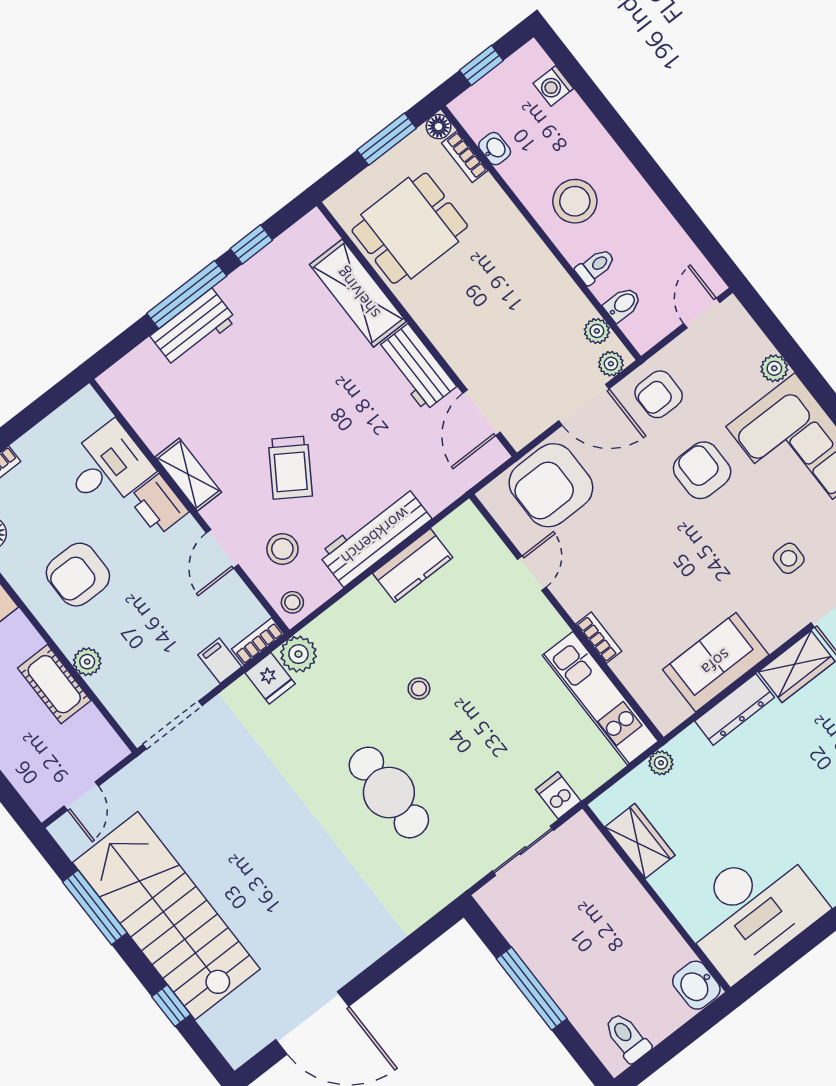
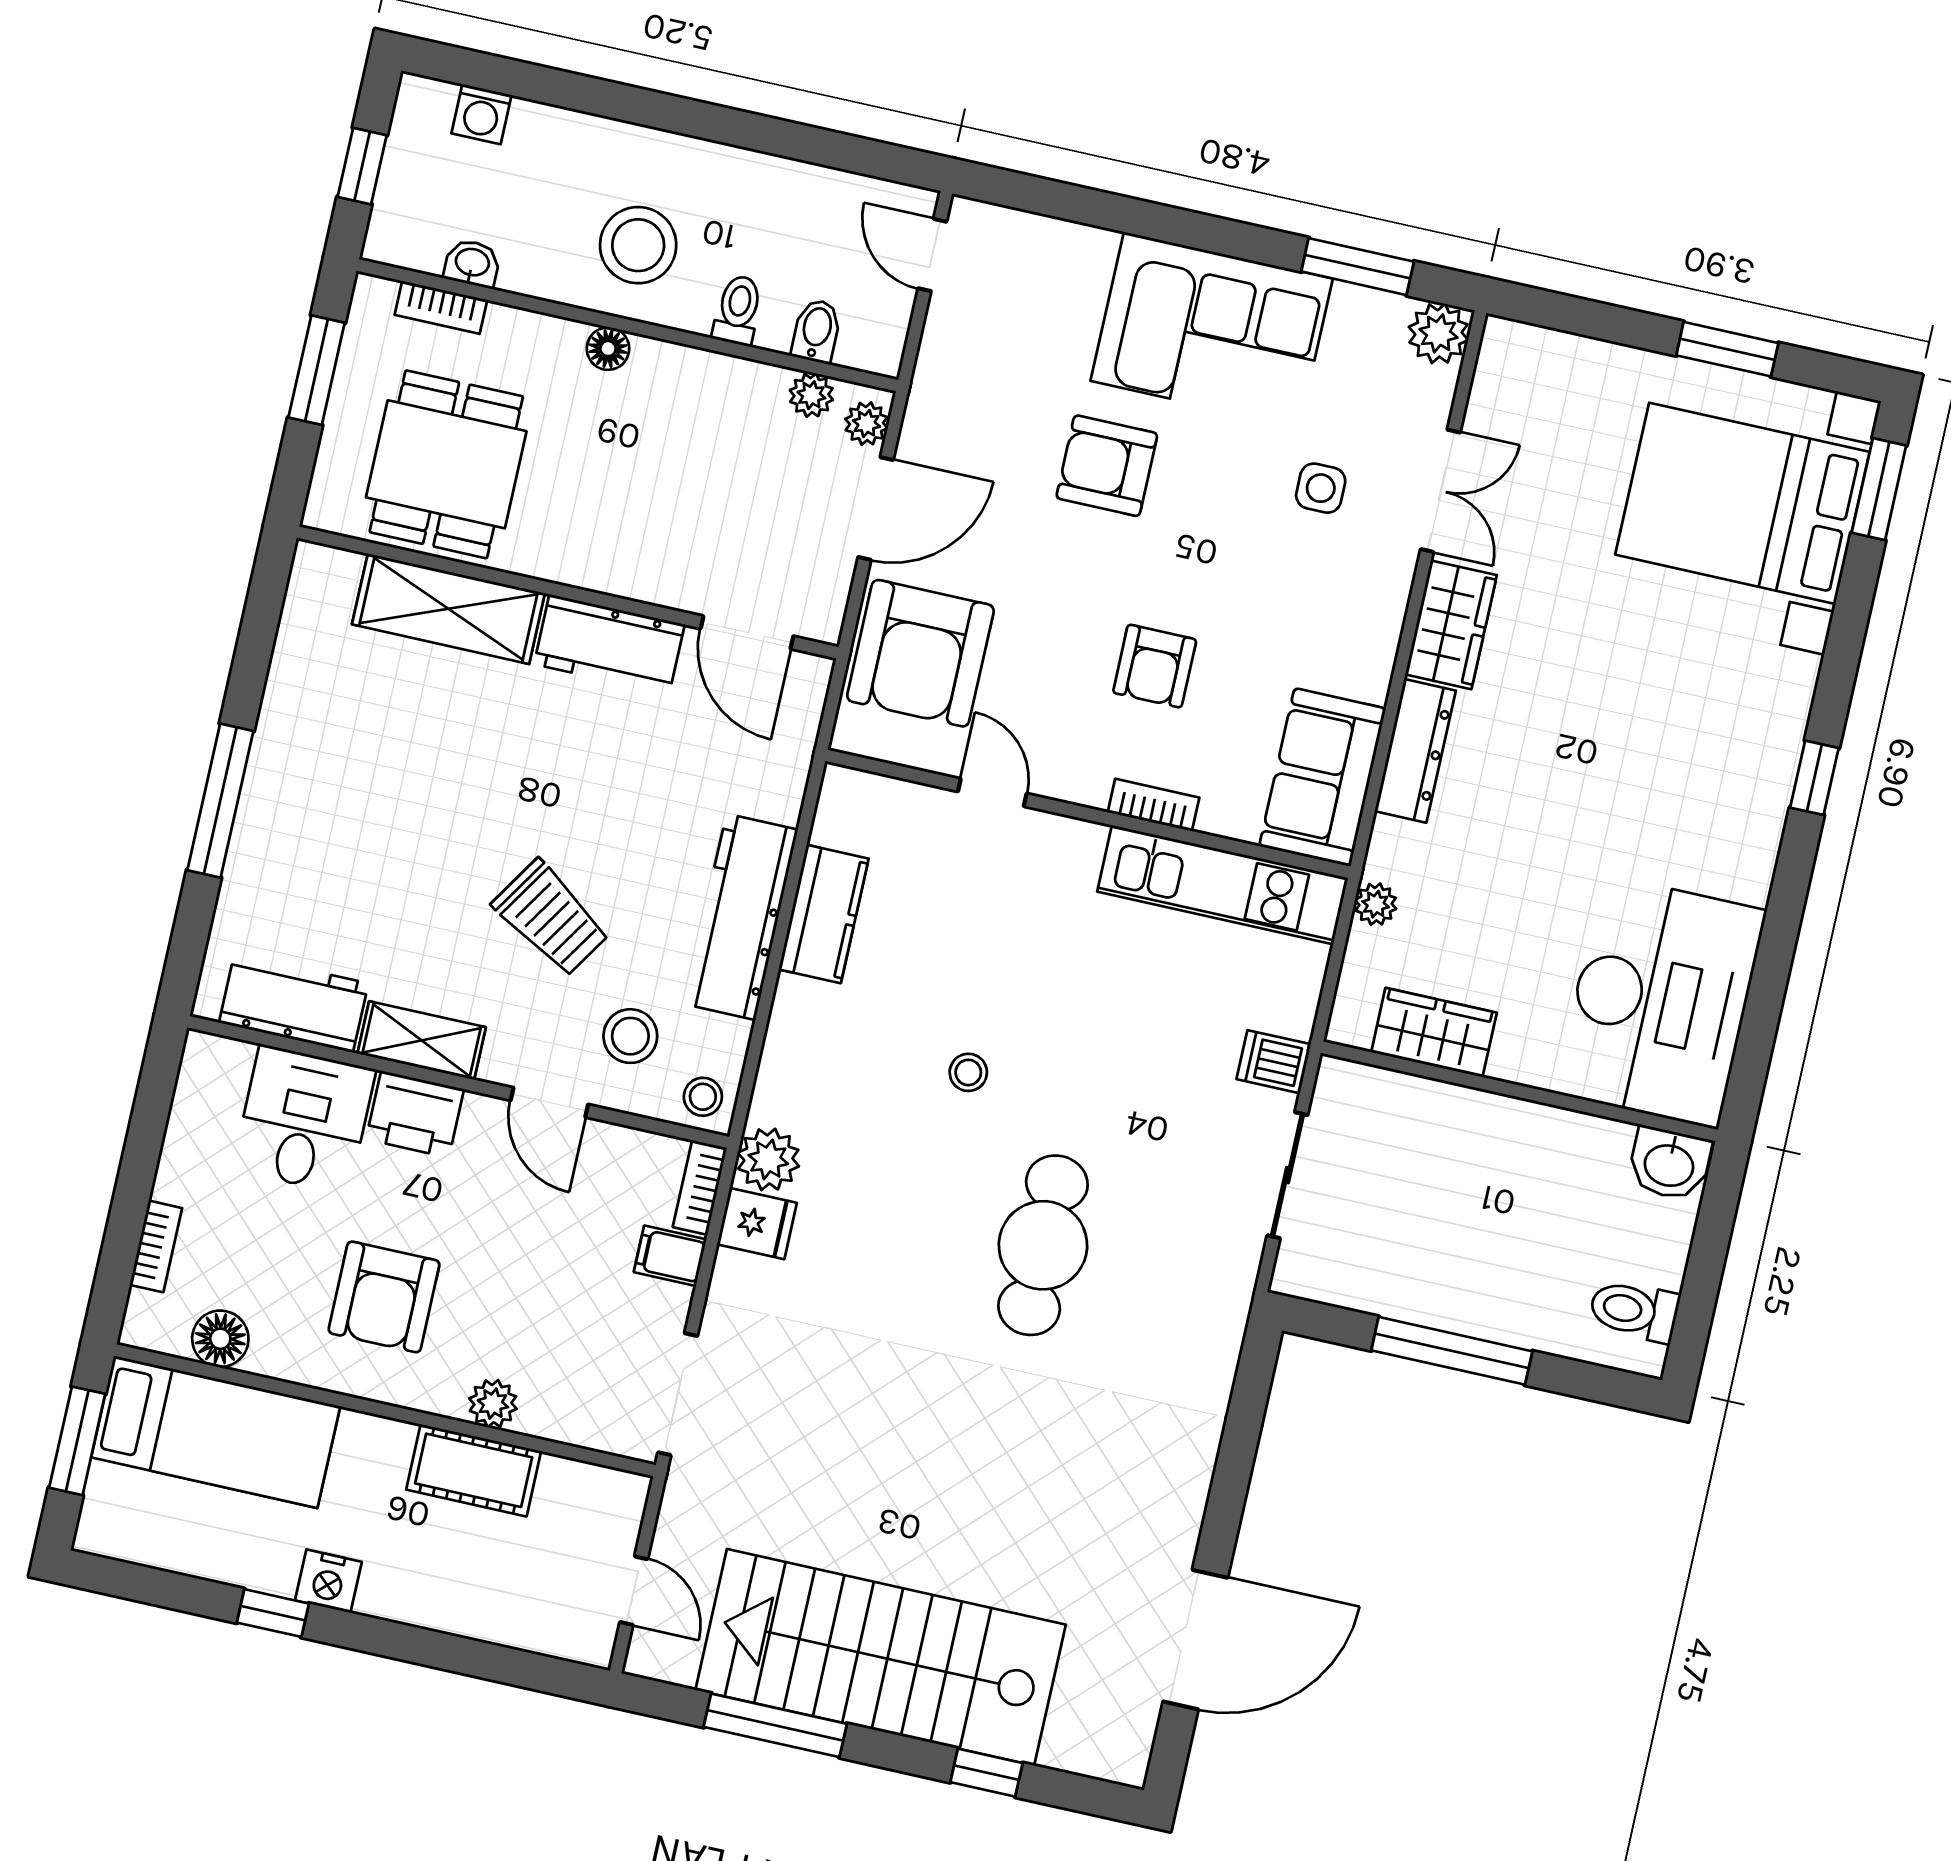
floor lamp: (439, 127) -> (608, 349), moved
window: (251, 244) -> (251, 661), removed
workbench: (193, 328) -> (294, 1003), moved, turned -90
plant: (774, 368) -> (1091, 249), removed
armchair: (659, 394) -> (1155, 666), moved
sofa: (716, 662) -> (1322, 777), moved
cafe table: (389, 792) -> (1043, 1245), turned 90

